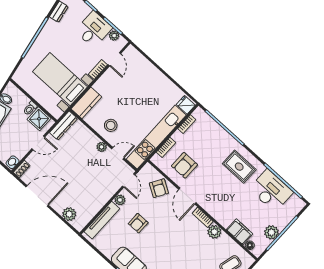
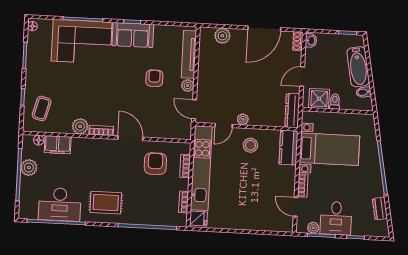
armchair: (159, 188) -> (161, 125), removed

